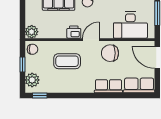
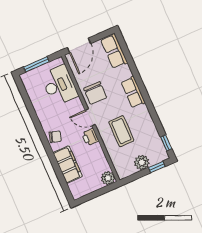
chair: (32, 49) -> (125, 170), removed
window: (22, 64) -> (157, 167), moved
plant: (32, 80) -> (142, 162), moved
row of seats: (108, 86) -> (133, 92), moved

